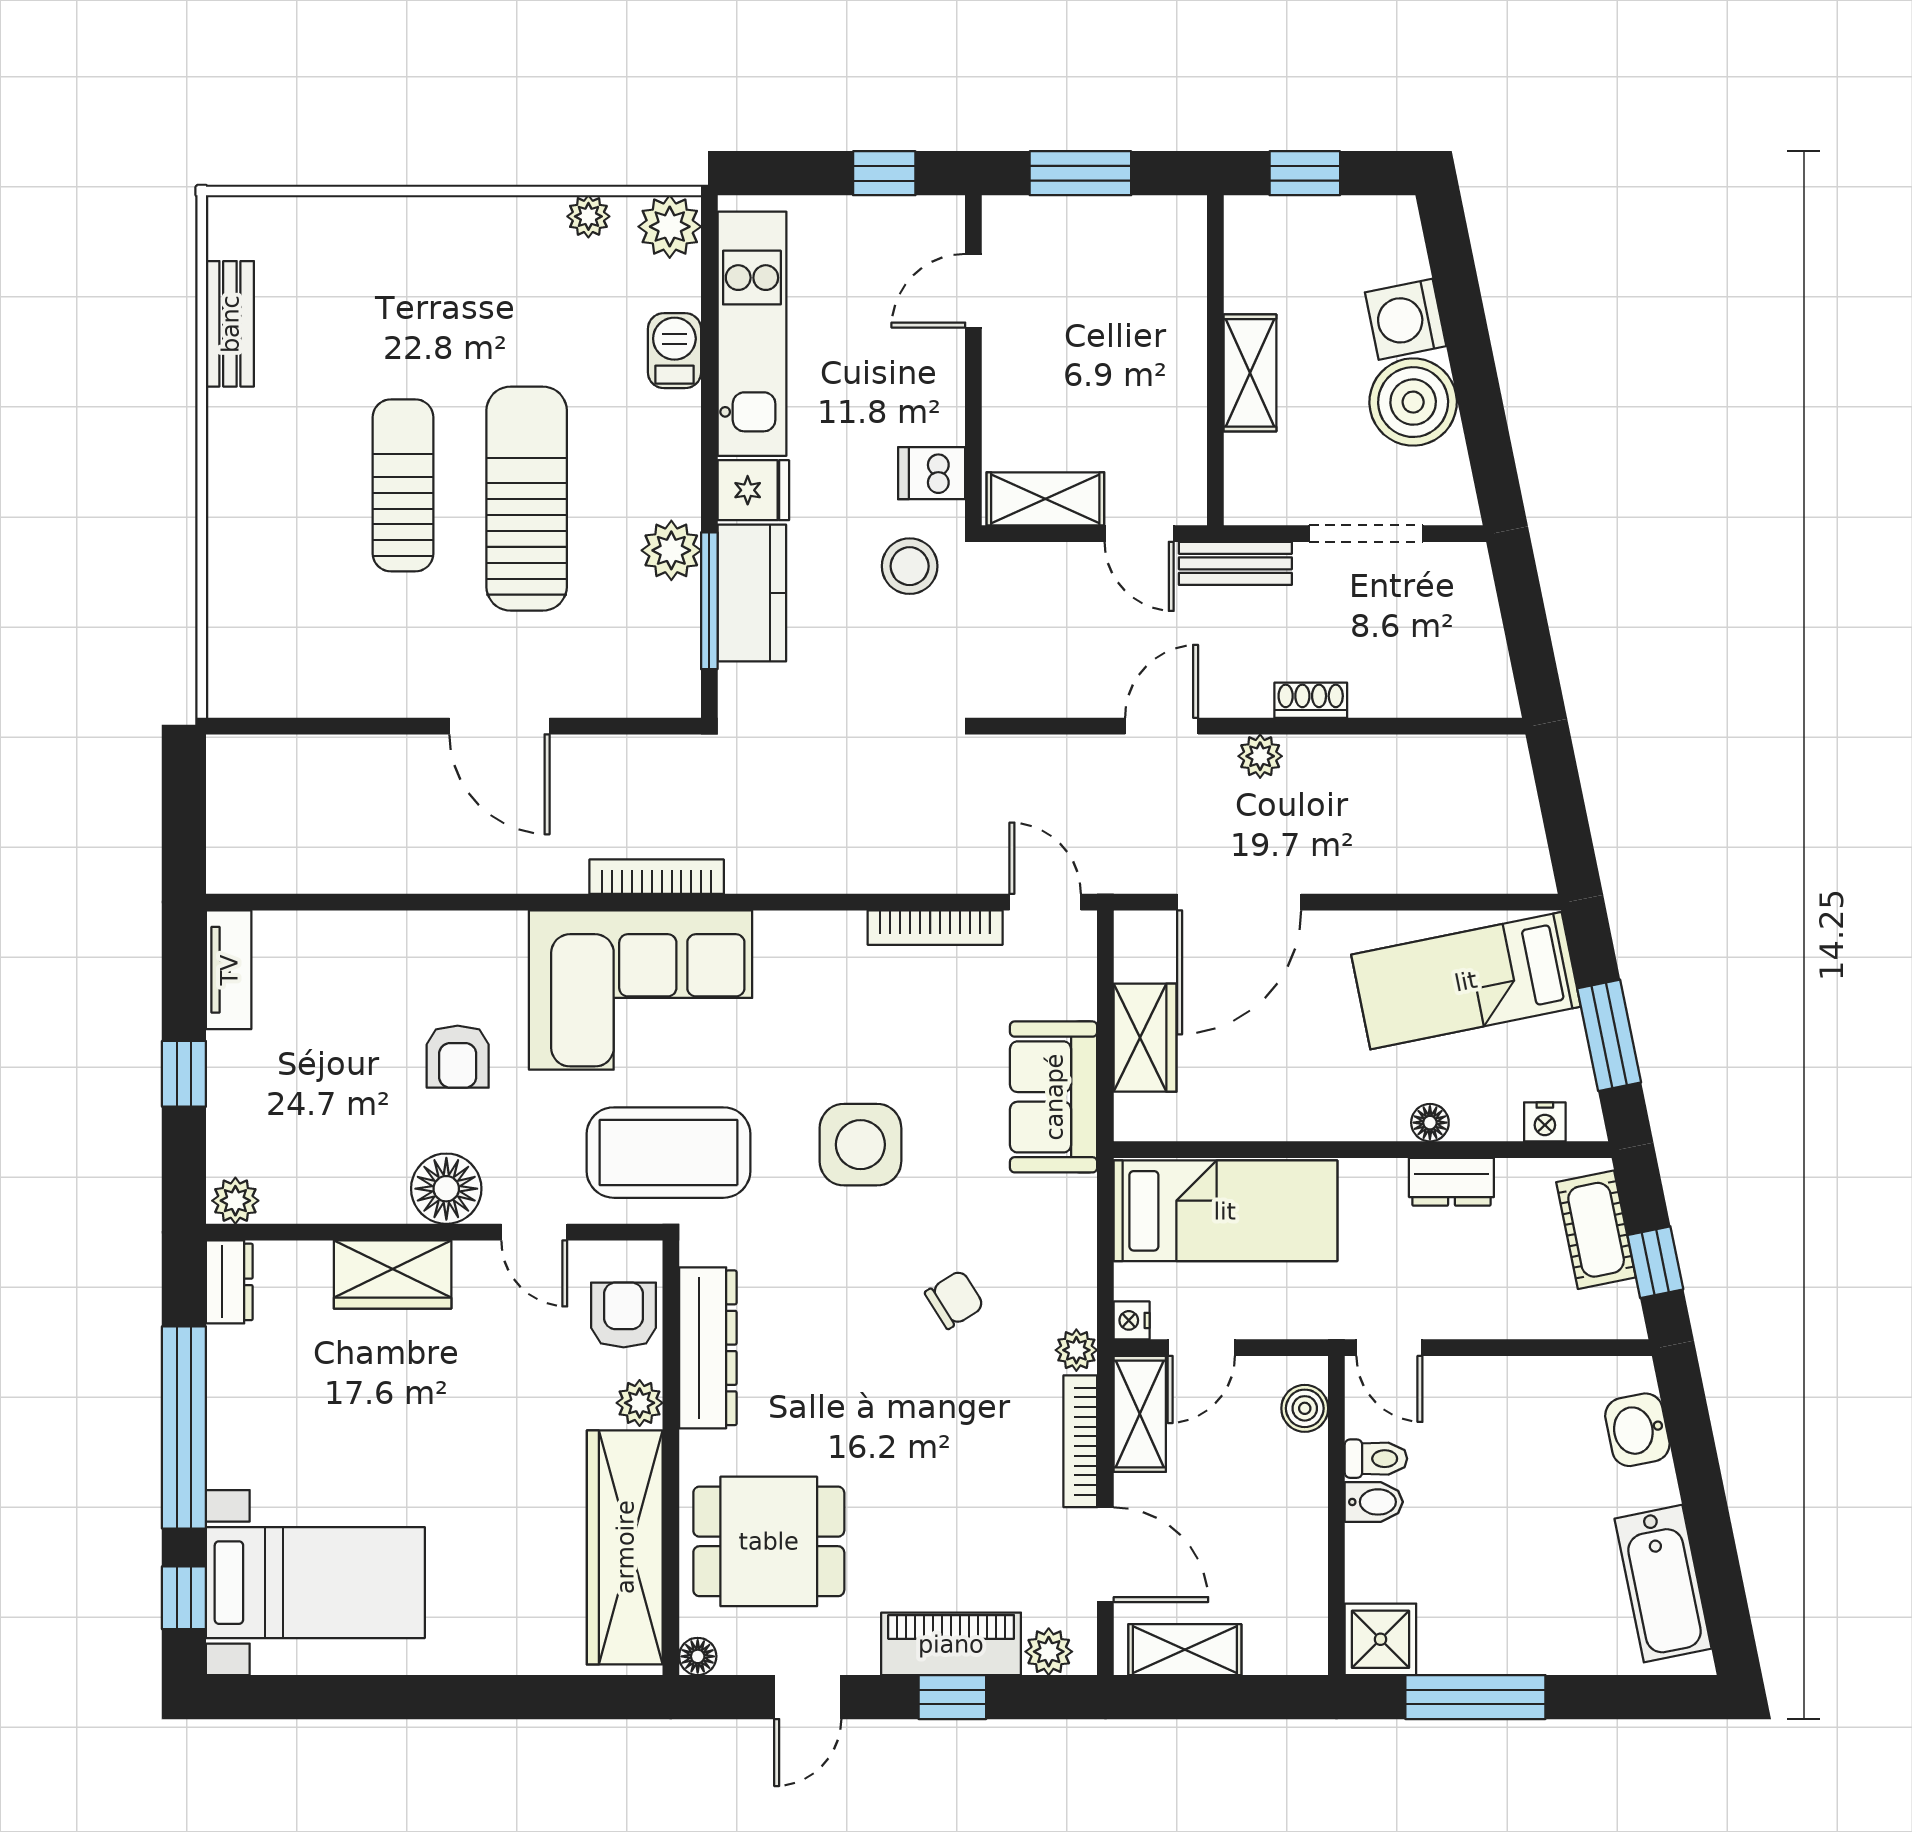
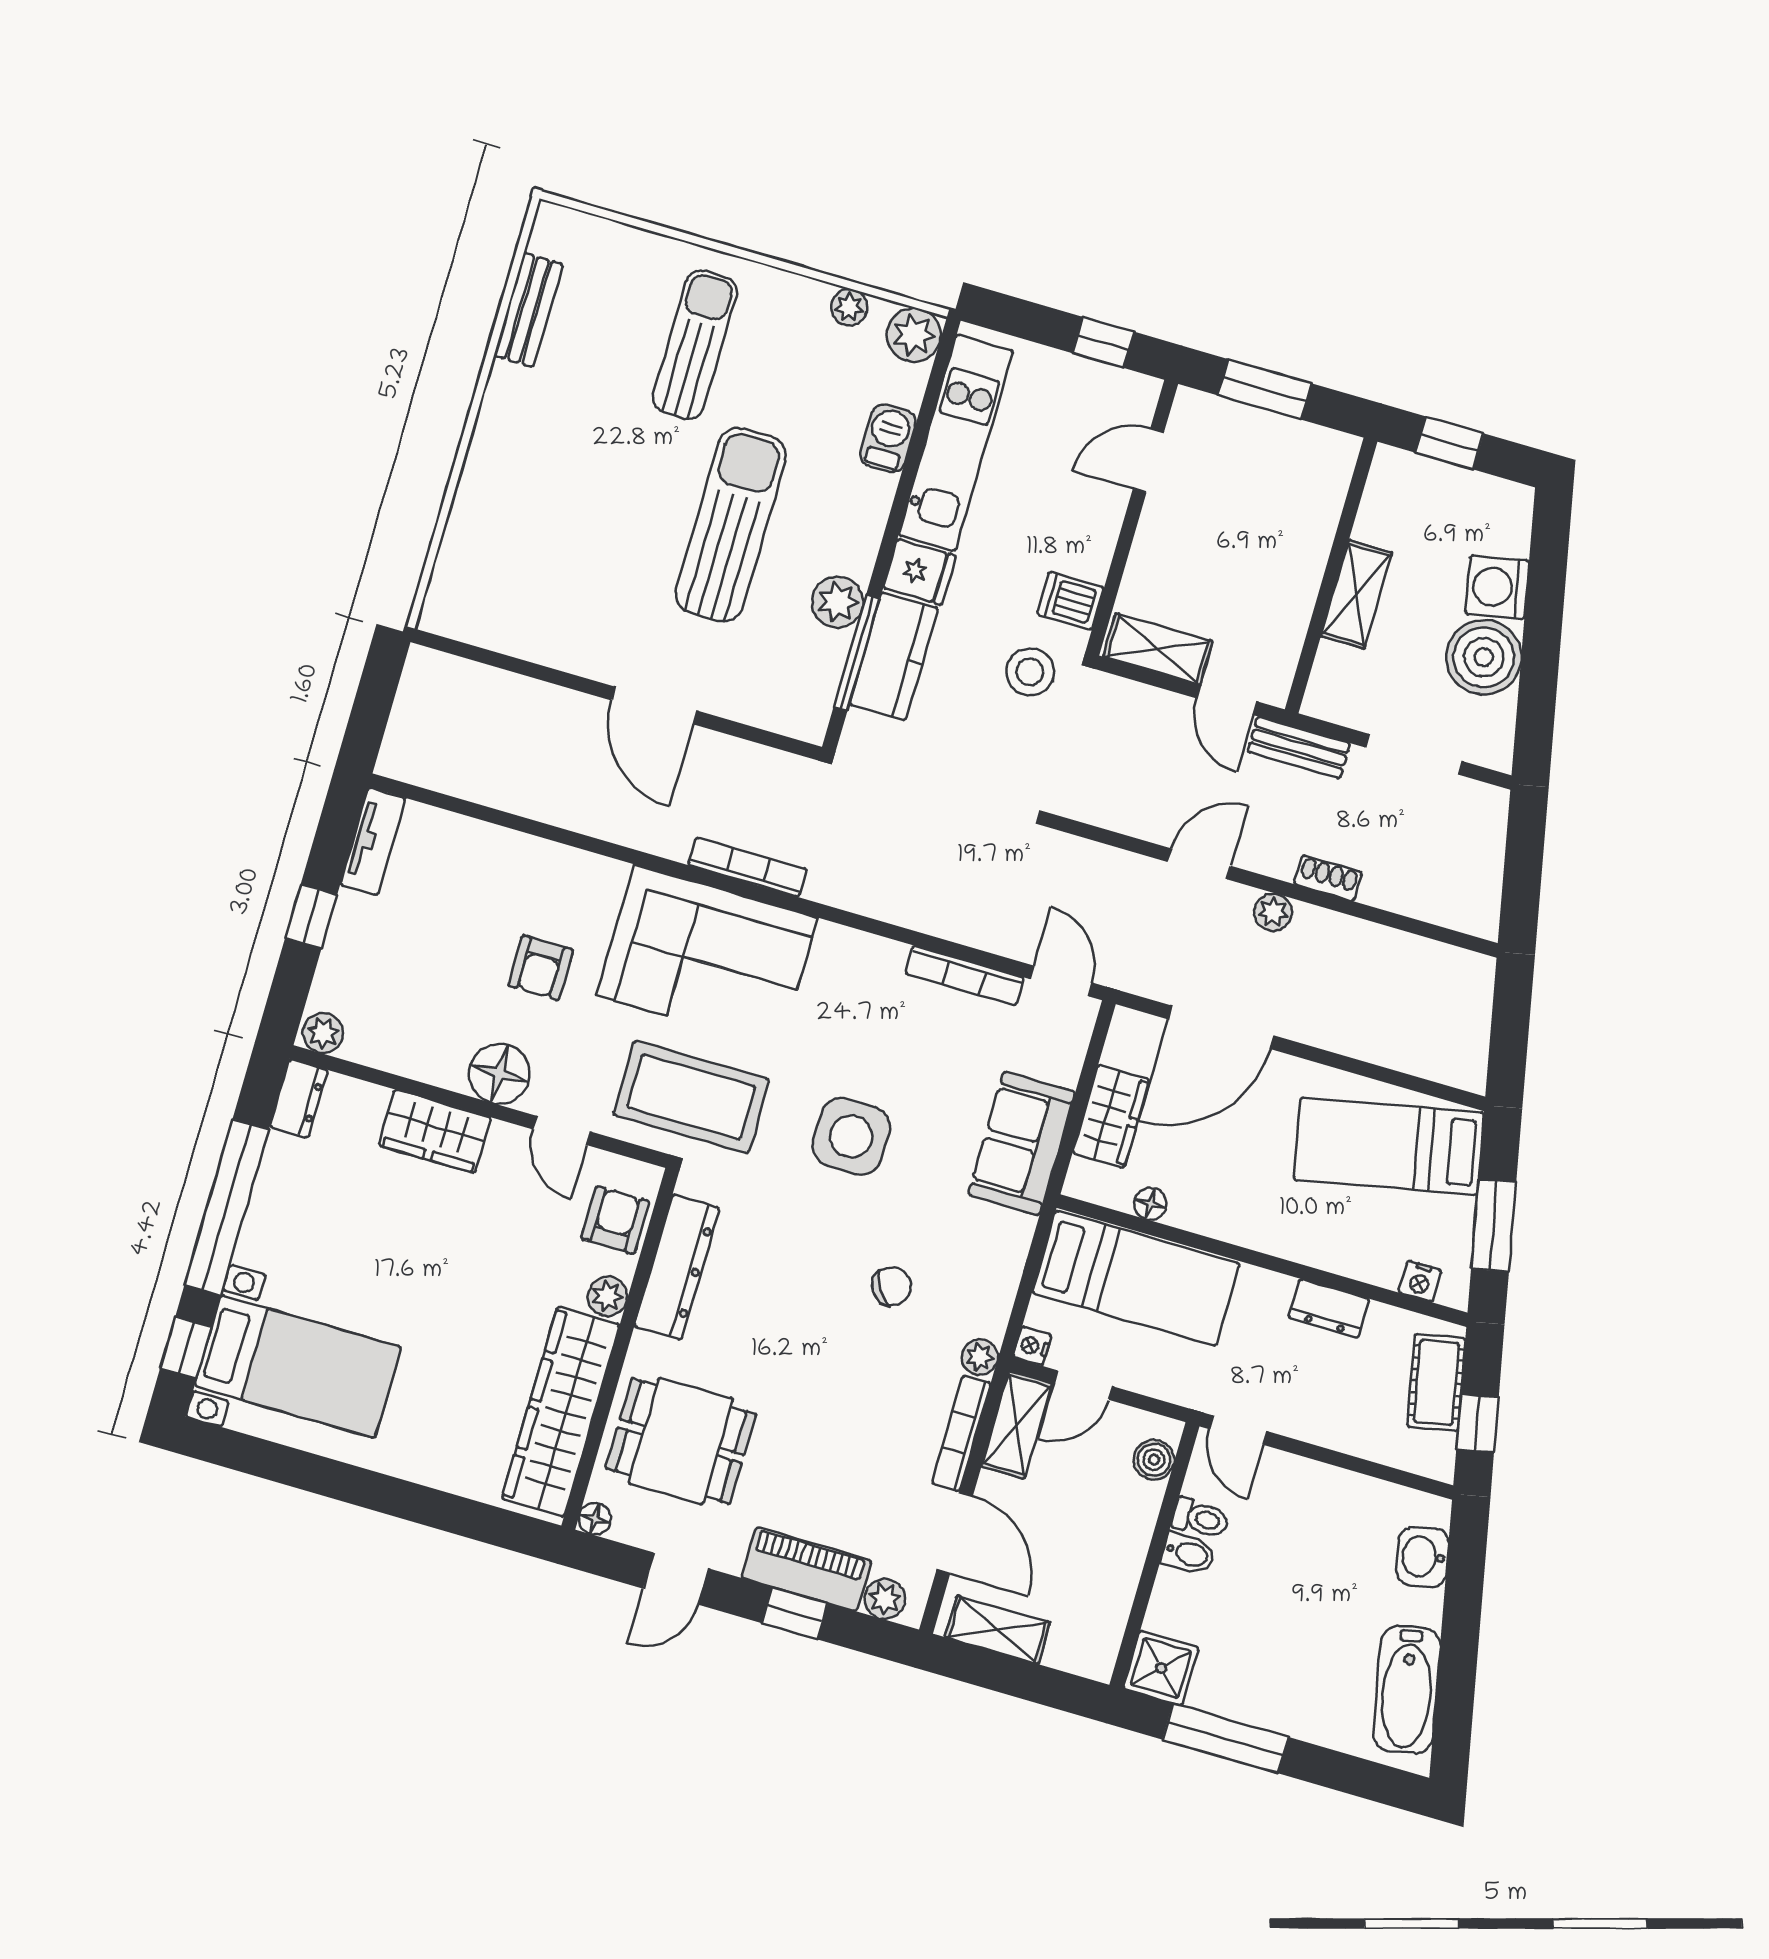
sun lounger: (403, 485) -> (695, 345), moved
floor lamp: (1430, 1123) -> (1150, 1204), moved

